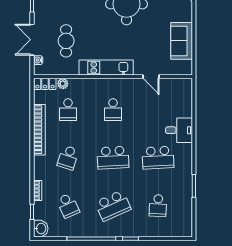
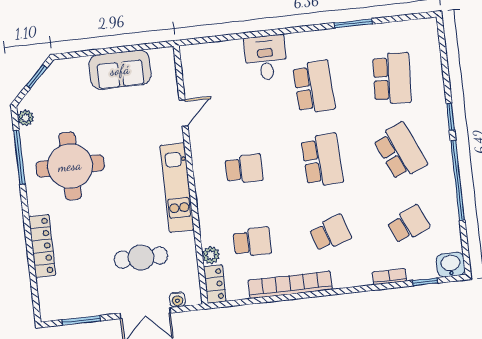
school desk: (68, 158) -> (330, 233), turned -36
school desk: (158, 206) -> (392, 78), width x1.85

